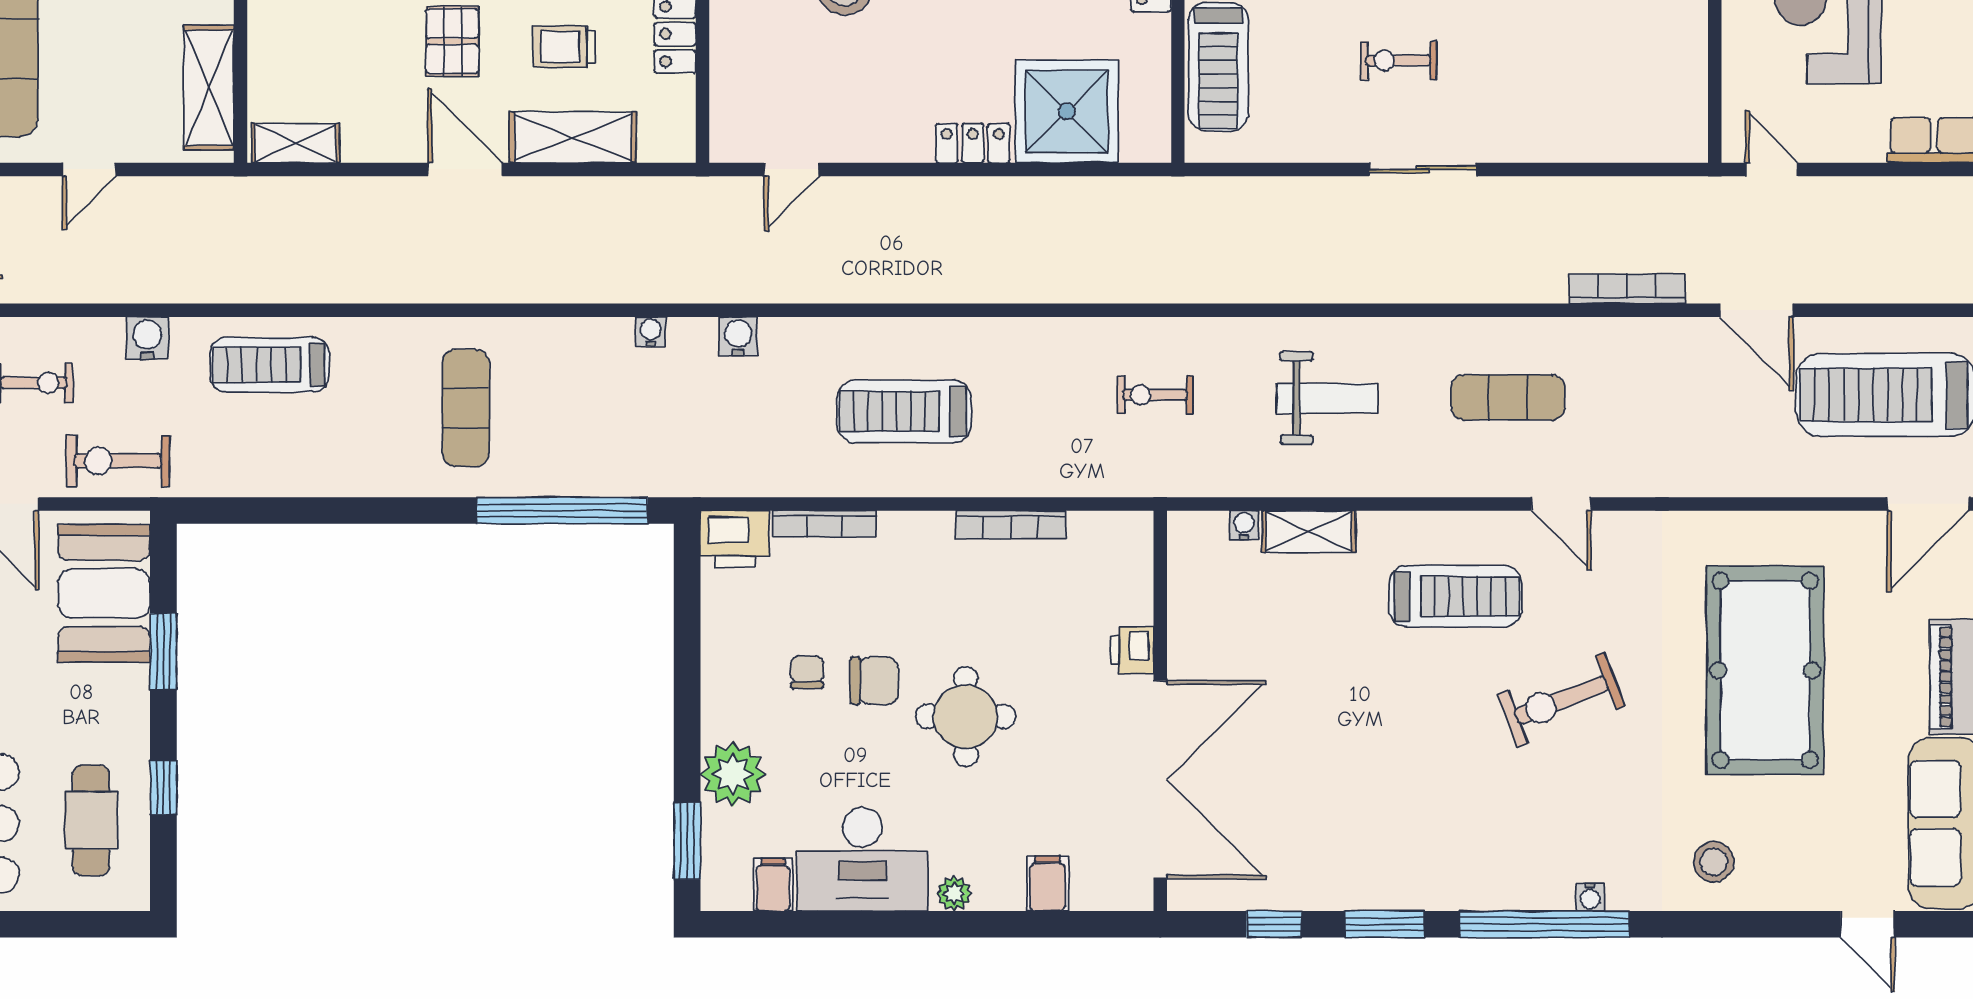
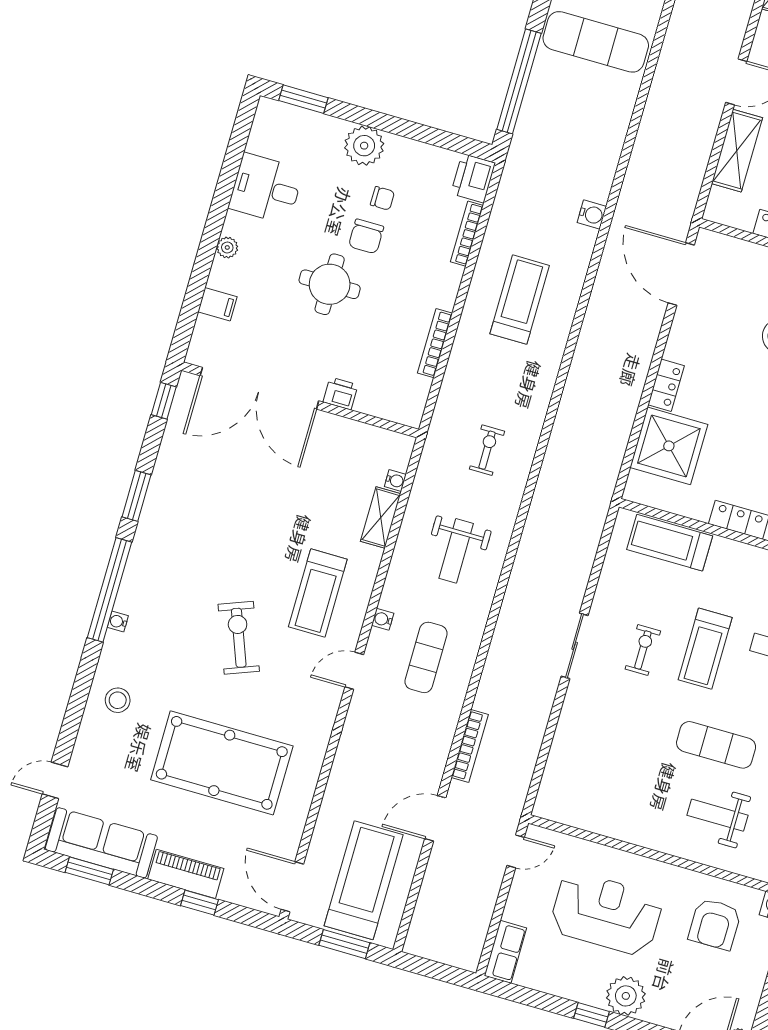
door: (791, 169) -> (681, 274), width x1.88
water cooler: (651, 332) -> (383, 619), moved, turned 180
exercise mat: (466, 408) -> (596, 42), width x1.36, depth x1.45
plant: (733, 774) -> (364, 146), moved
desk: (862, 859) -> (266, 189), width x0.73
filing cabinet: (773, 885) -> (263, 142), removed
window: (1274, 924) -> (164, 401), moved

